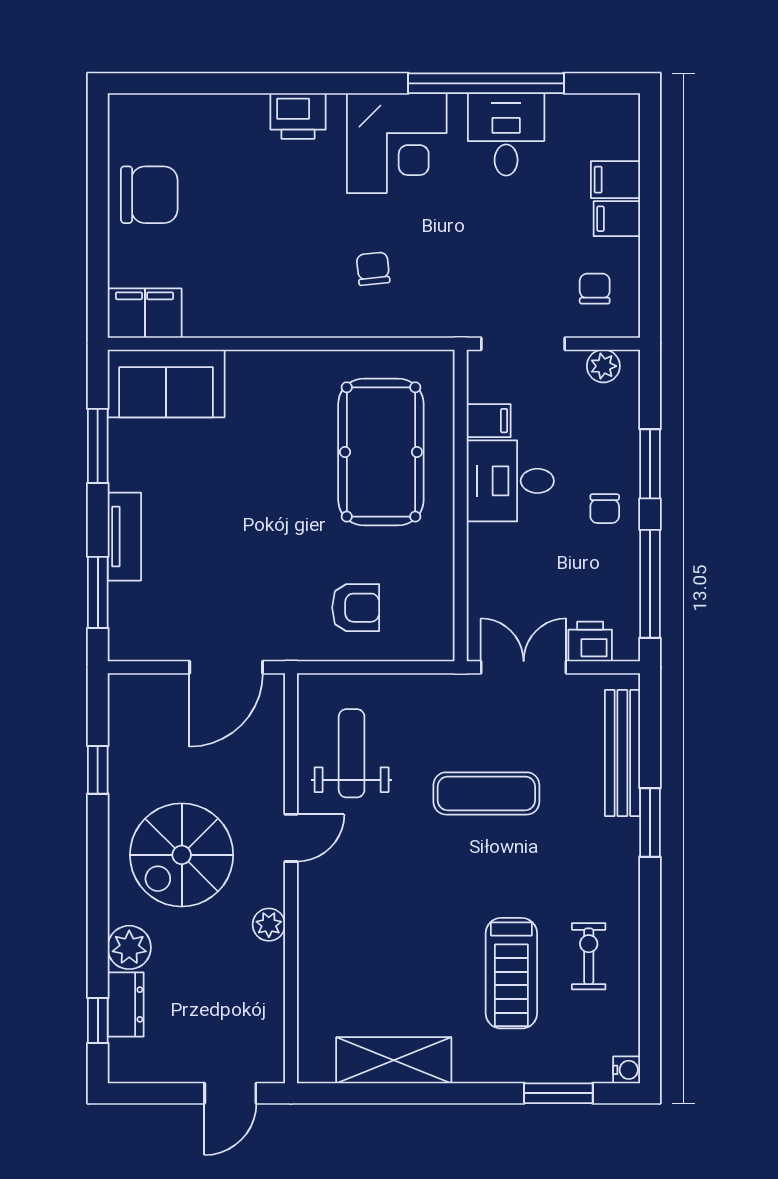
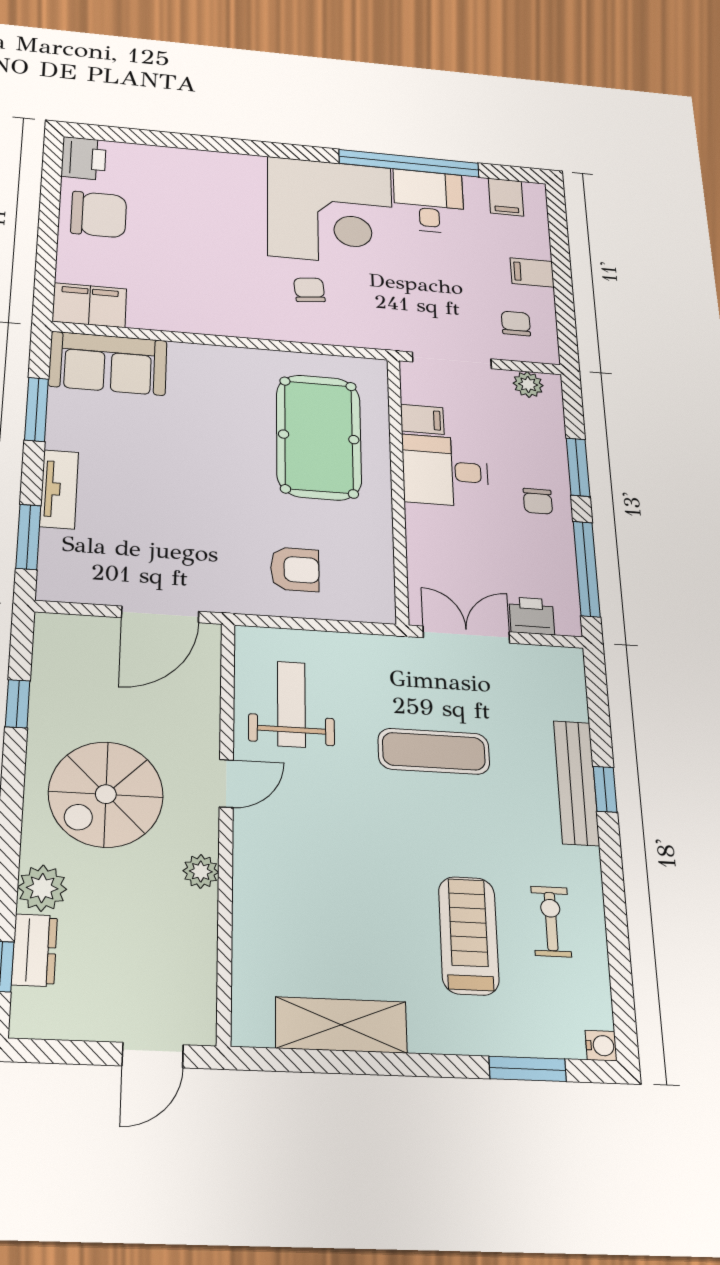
printer: (298, 116) -> (84, 158), moved, turned -90
corner desk: (397, 143) -> (330, 211), width x1.36, depth x1.36
filing cabinet: (615, 180) -> (506, 197), moved, turned -90
bench: (622, 753) -> (576, 783), moved
window: (650, 822) -> (605, 789), width x0.67
treadmill: (511, 973) -> (469, 935), turned 180

